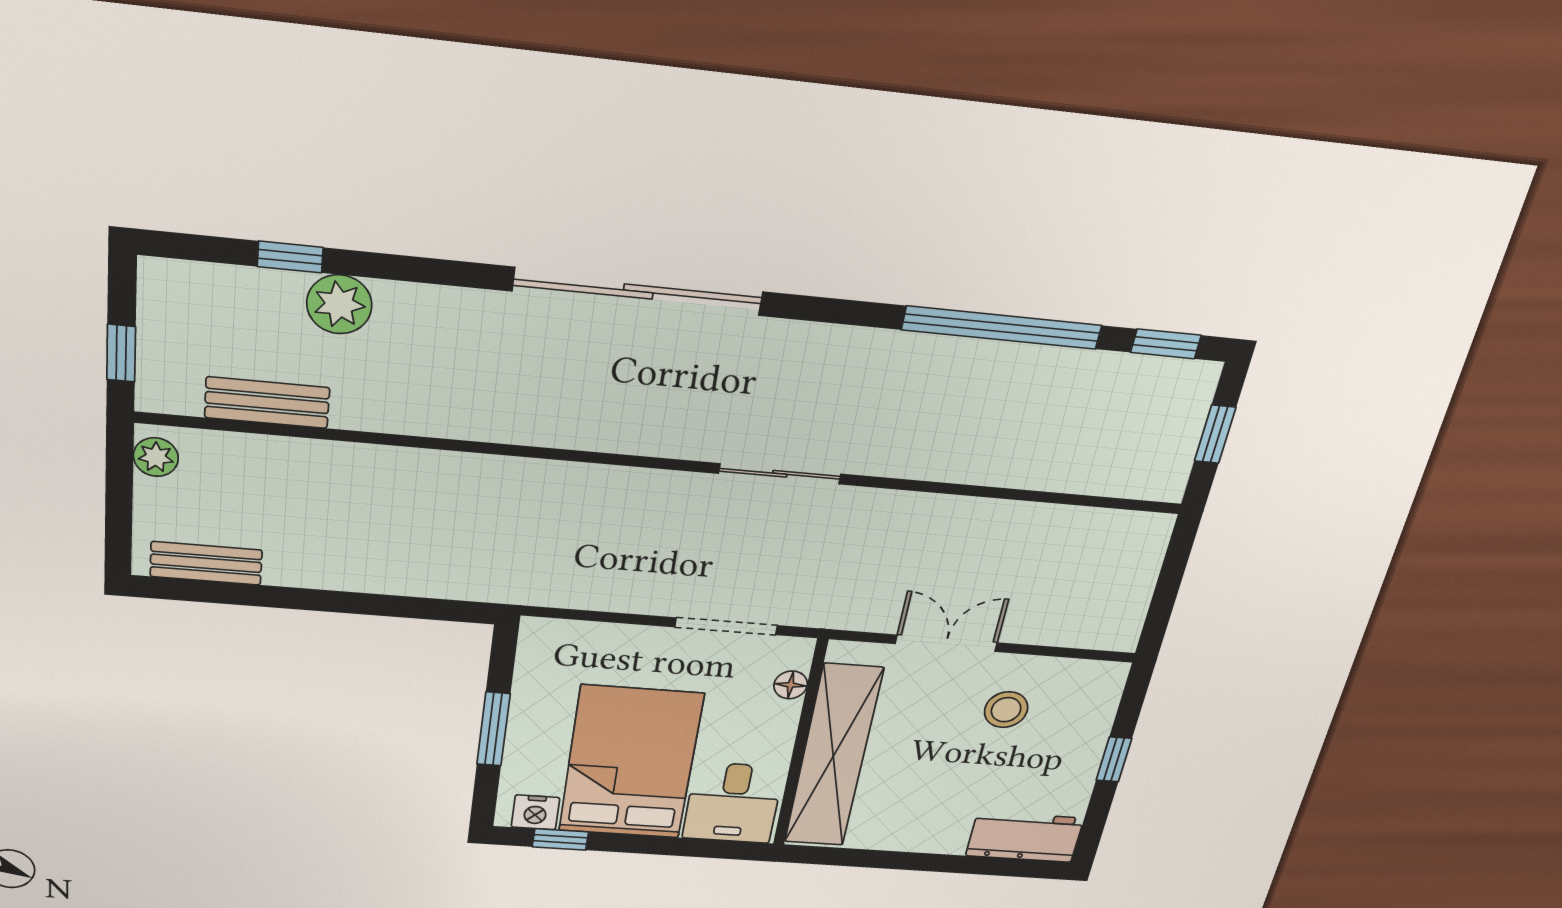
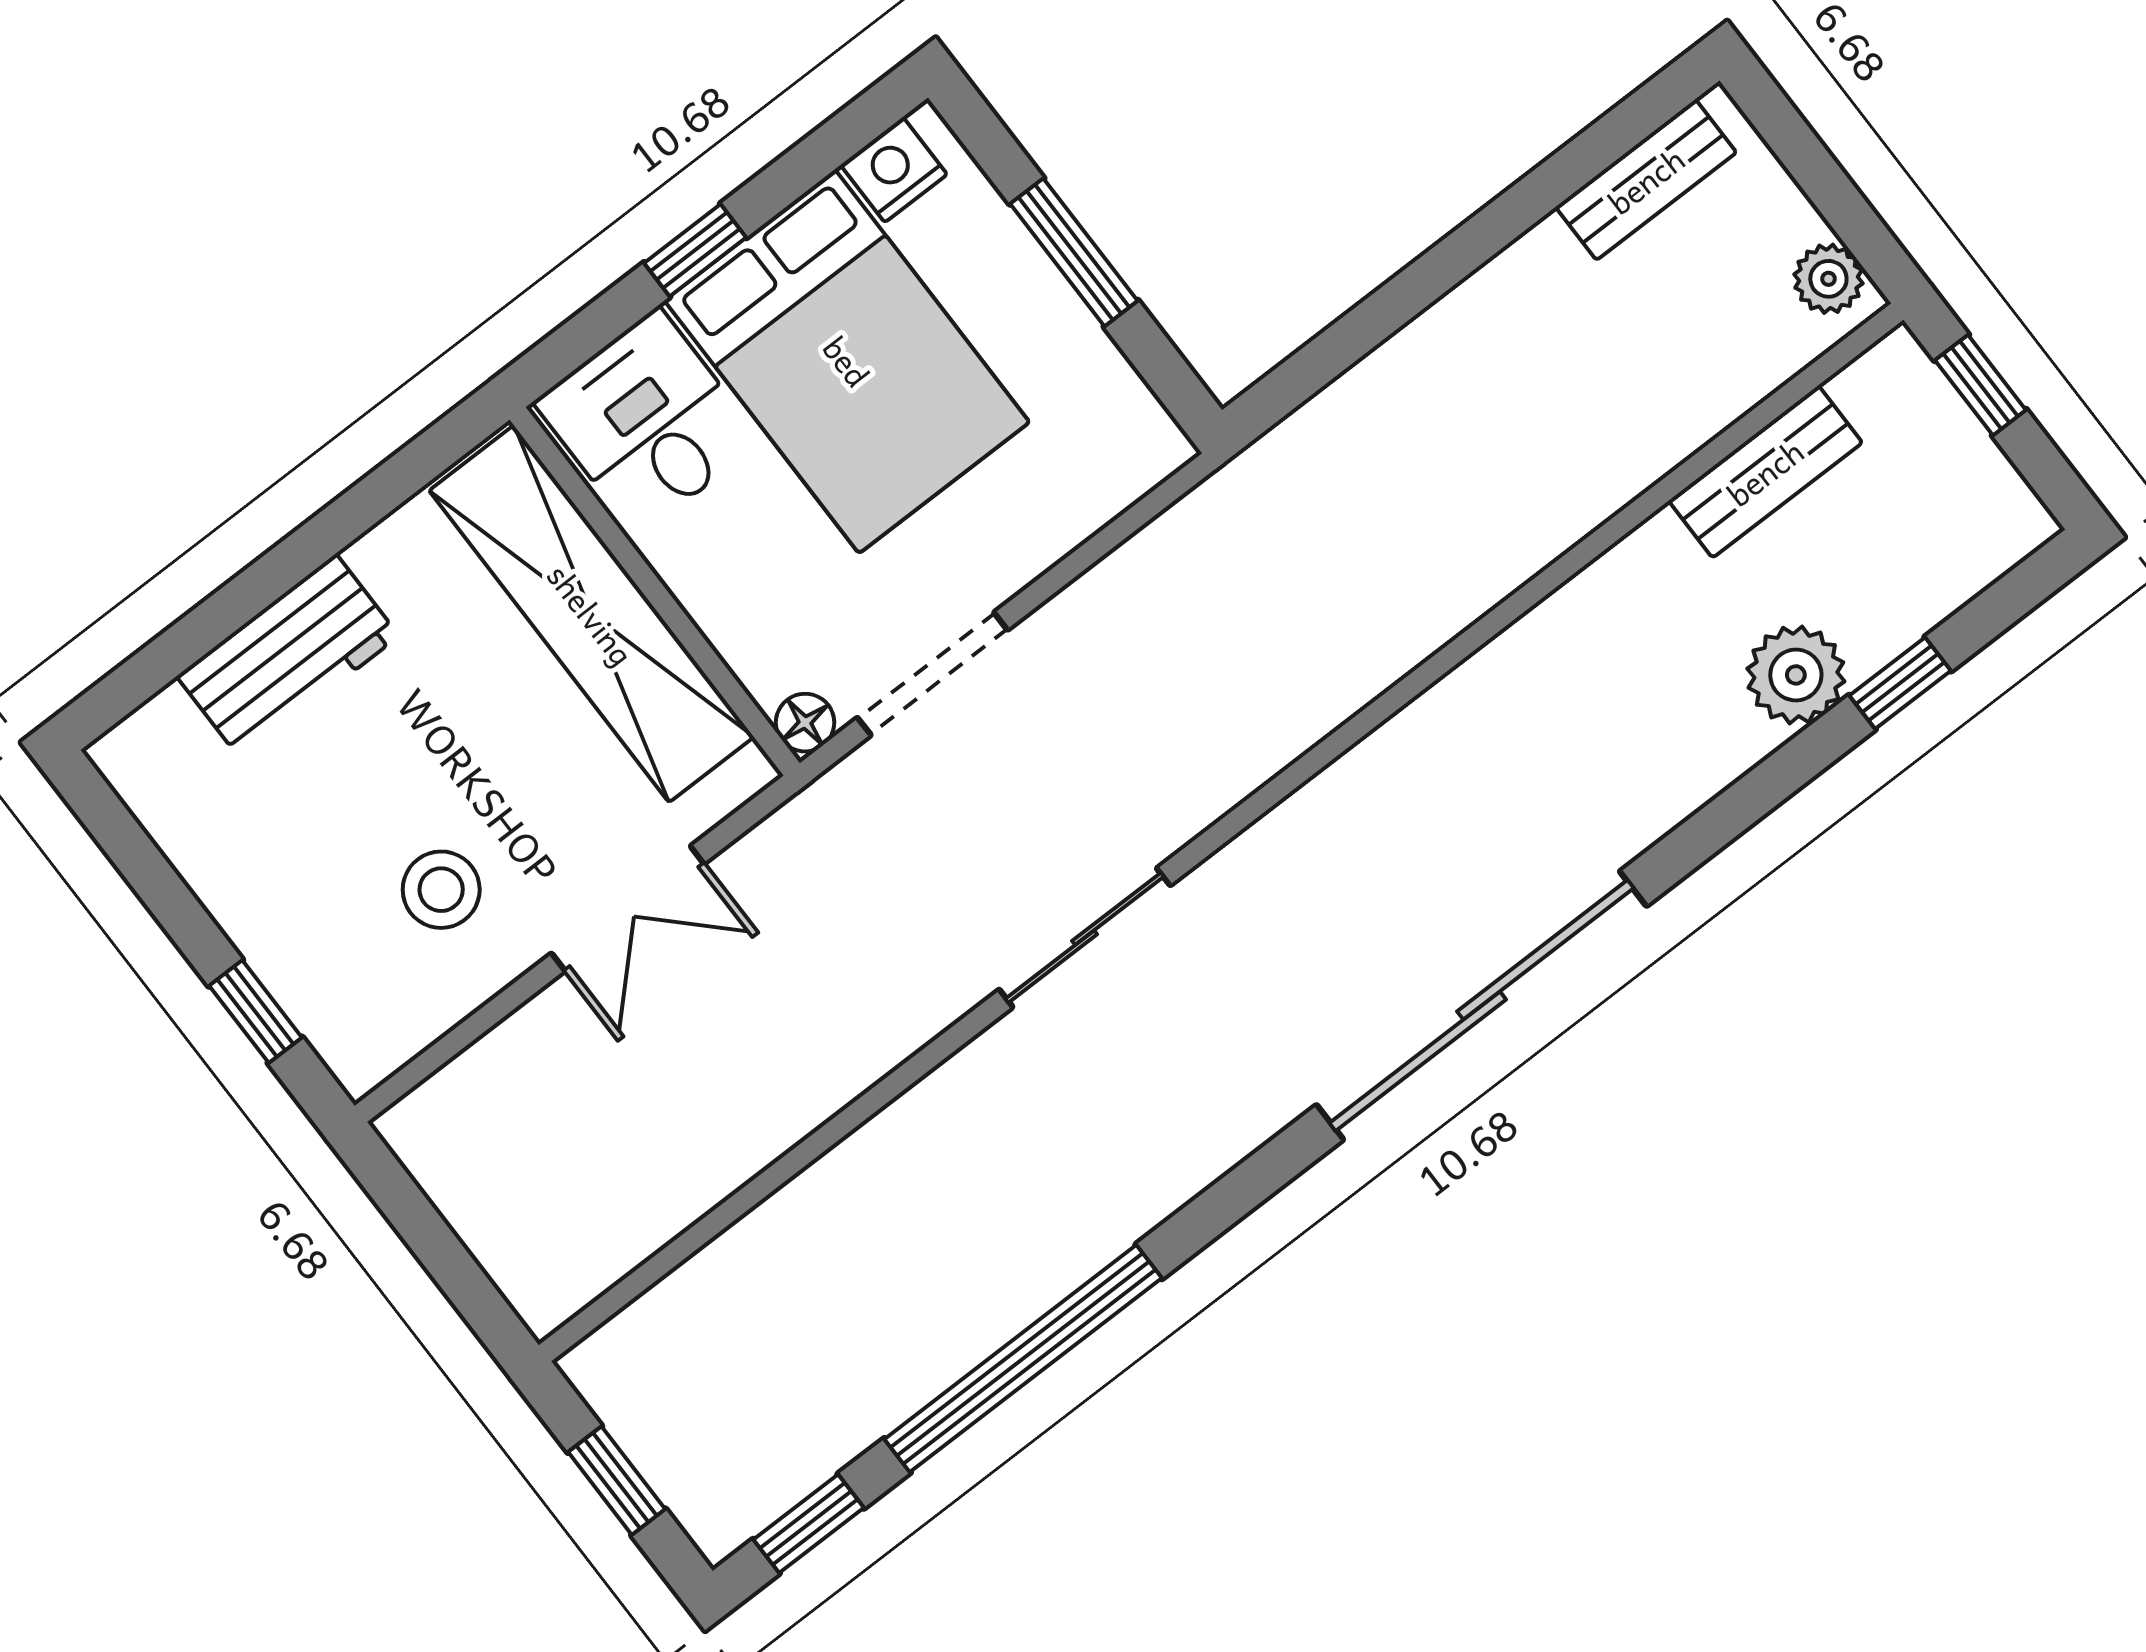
floor lamp: (791, 685) -> (805, 723), moved
window: (1114, 759) -> (255, 1012), moved
workbench: (1025, 837) -> (288, 656), moved
window: (560, 839) -> (695, 250), moved

